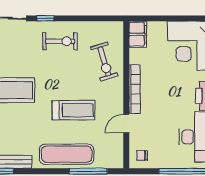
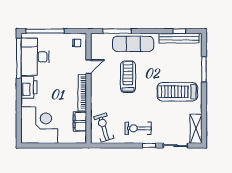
filing cabinet: (138, 34) -> (80, 121), moved
exercise bike: (104, 62) -> (104, 128), moved
treadmill: (74, 110) -> (128, 77), turned 90

